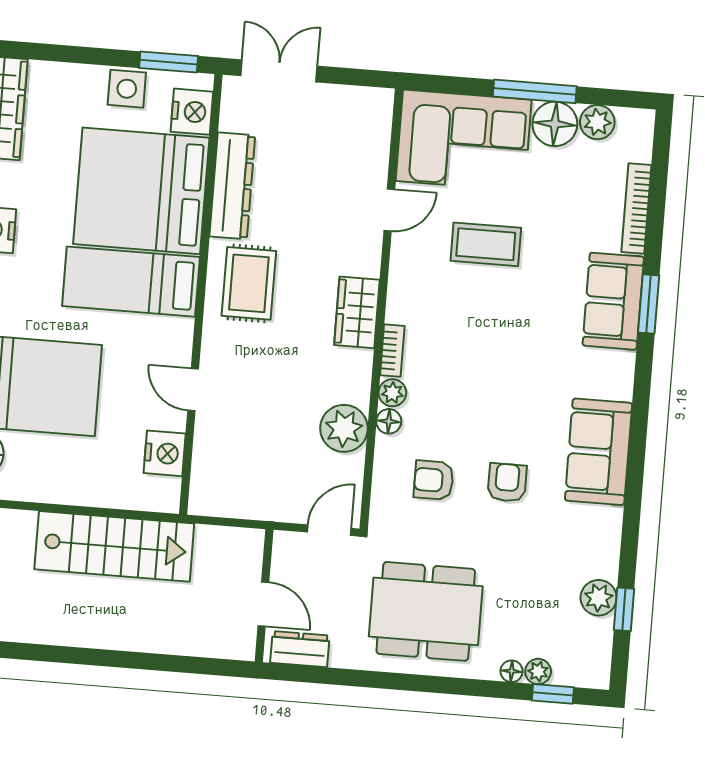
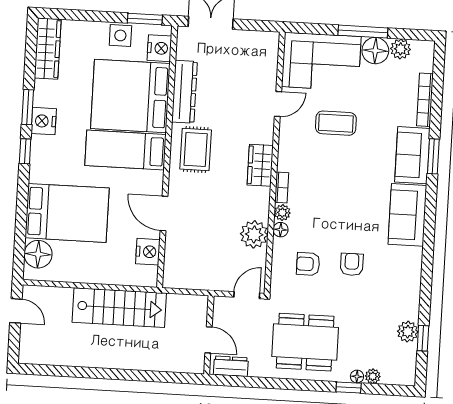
door: (193, 390) -> (164, 213), width x1.38
sofa: (598, 452) -> (407, 215), moved
window: (553, 694) -> (349, 388), moved

